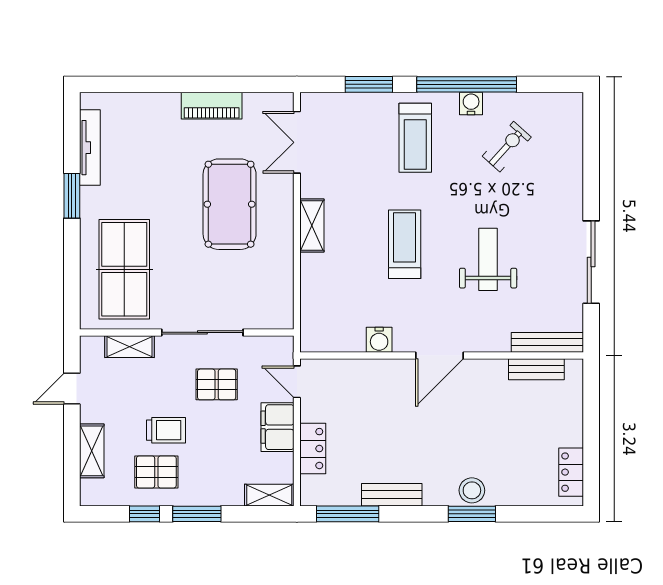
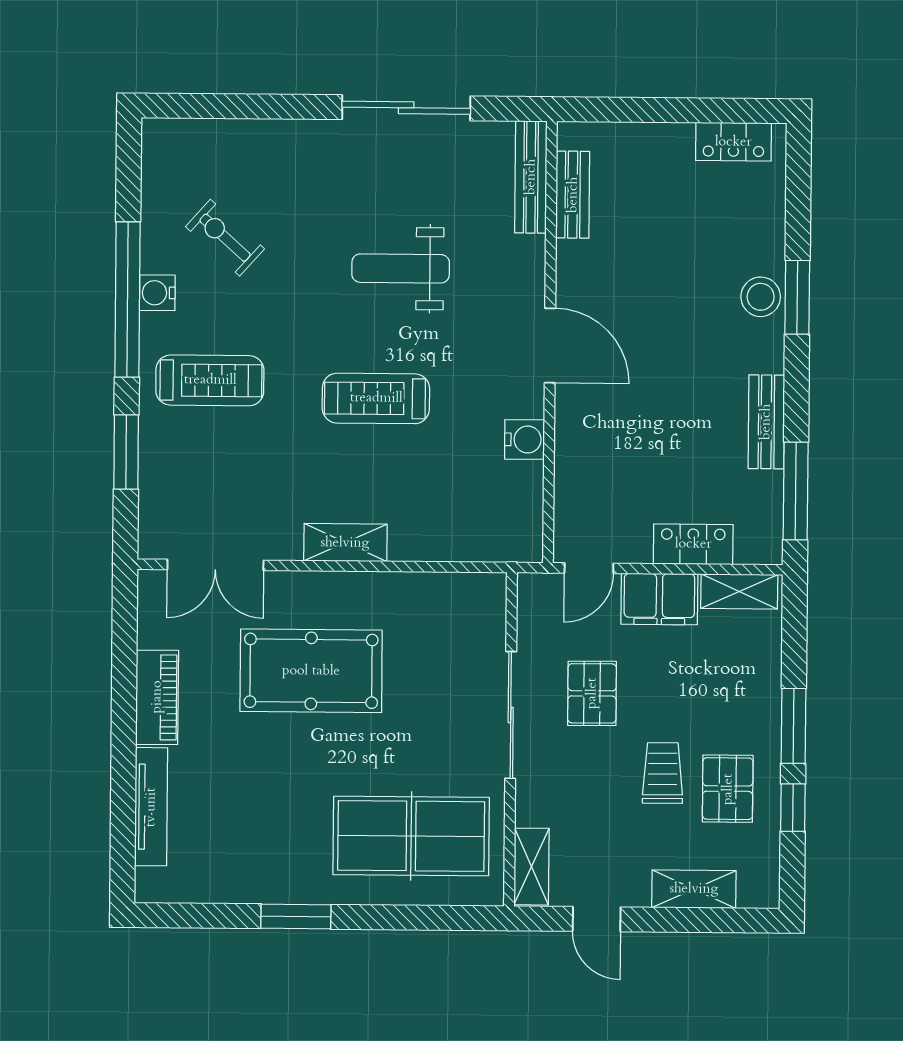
tv unit: (90, 148) -> (151, 807), moved, turned 90
shelving: (129, 347) -> (531, 867), moved
shelving: (269, 495) -> (739, 592), moved, turned 90

